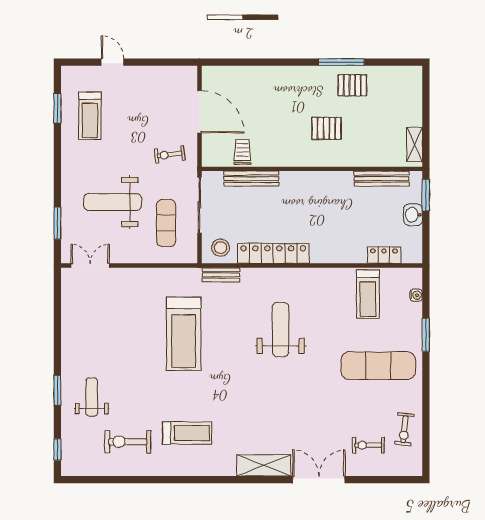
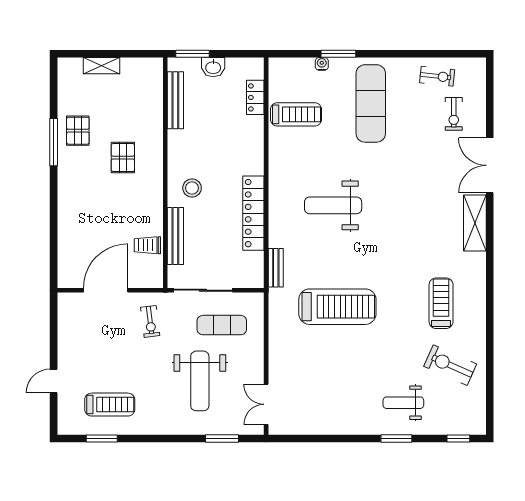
shelving: (415, 145) -> (102, 66), moved
stool: (221, 248) -> (192, 188), moved
water cooler: (416, 295) -> (322, 64), moved
exercise bike: (128, 442) -> (450, 365), turned 114

